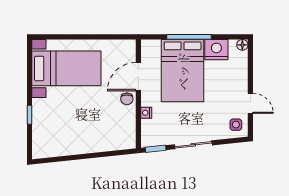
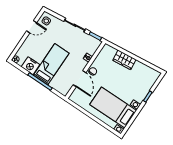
bed: (183, 71) -> (51, 64), width x0.67
door: (138, 77) -> (79, 79), hinge flipped
door: (250, 103) -> (32, 27), swing flipped
wardrobe: (95, 143) -> (124, 60), added

